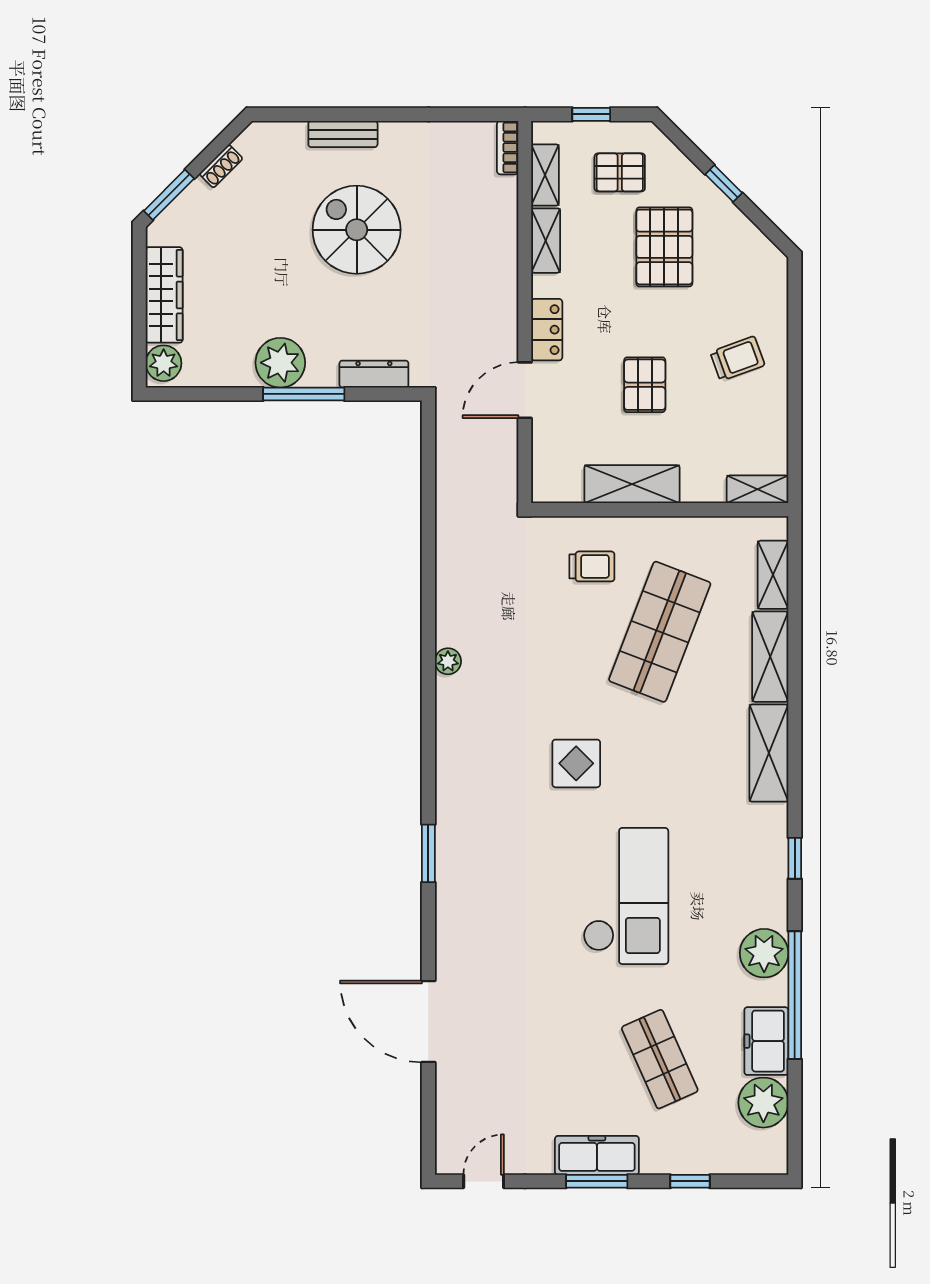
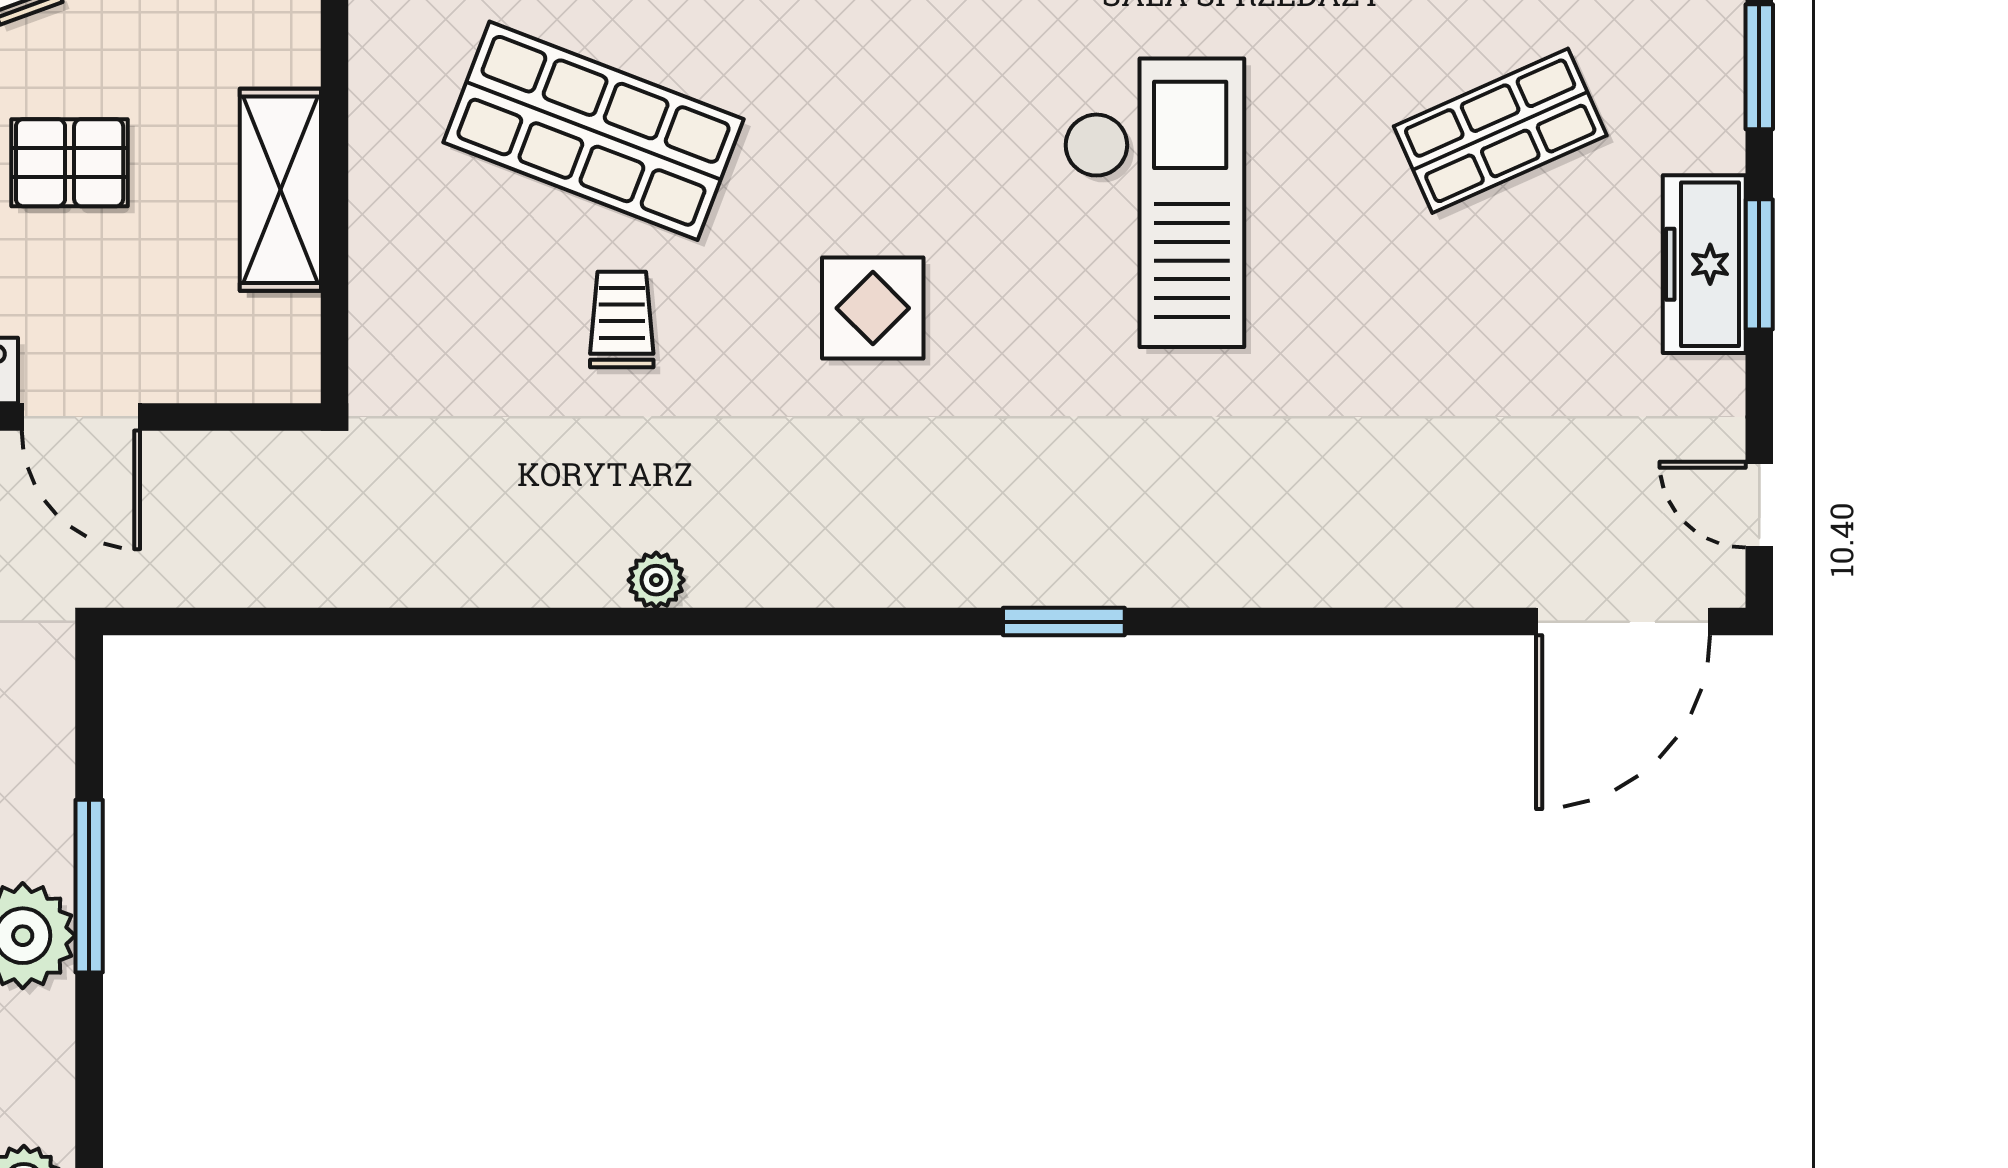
dresser: (374, 374) -> (47, 737), removed
trolley: (592, 566) -> (622, 320), moved
checkout: (626, 896) -> (1154, 203), turned 90
door: (428, 1022) -> (1623, 622), moved
window: (690, 1181) -> (1759, 67), width x1.50

